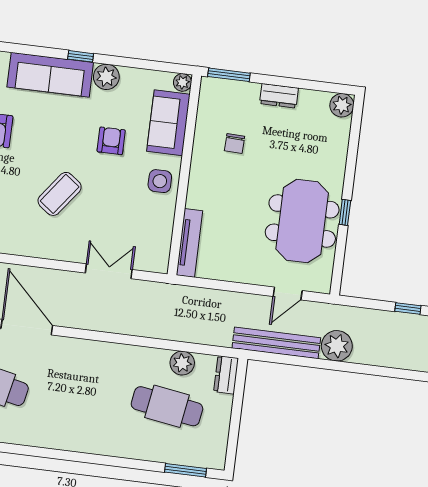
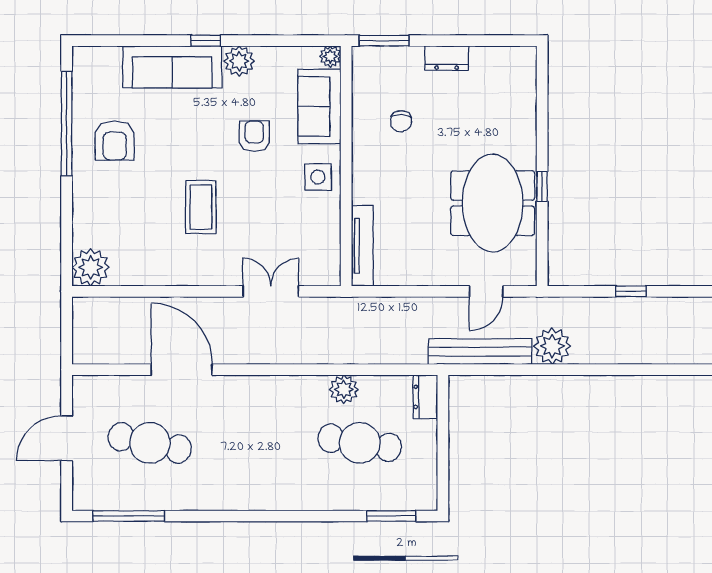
plant: (342, 105) -> (523, 60), removed
coffee table: (60, 194) -> (201, 207), turned -37
plant: (182, 363) -> (344, 389), moved

